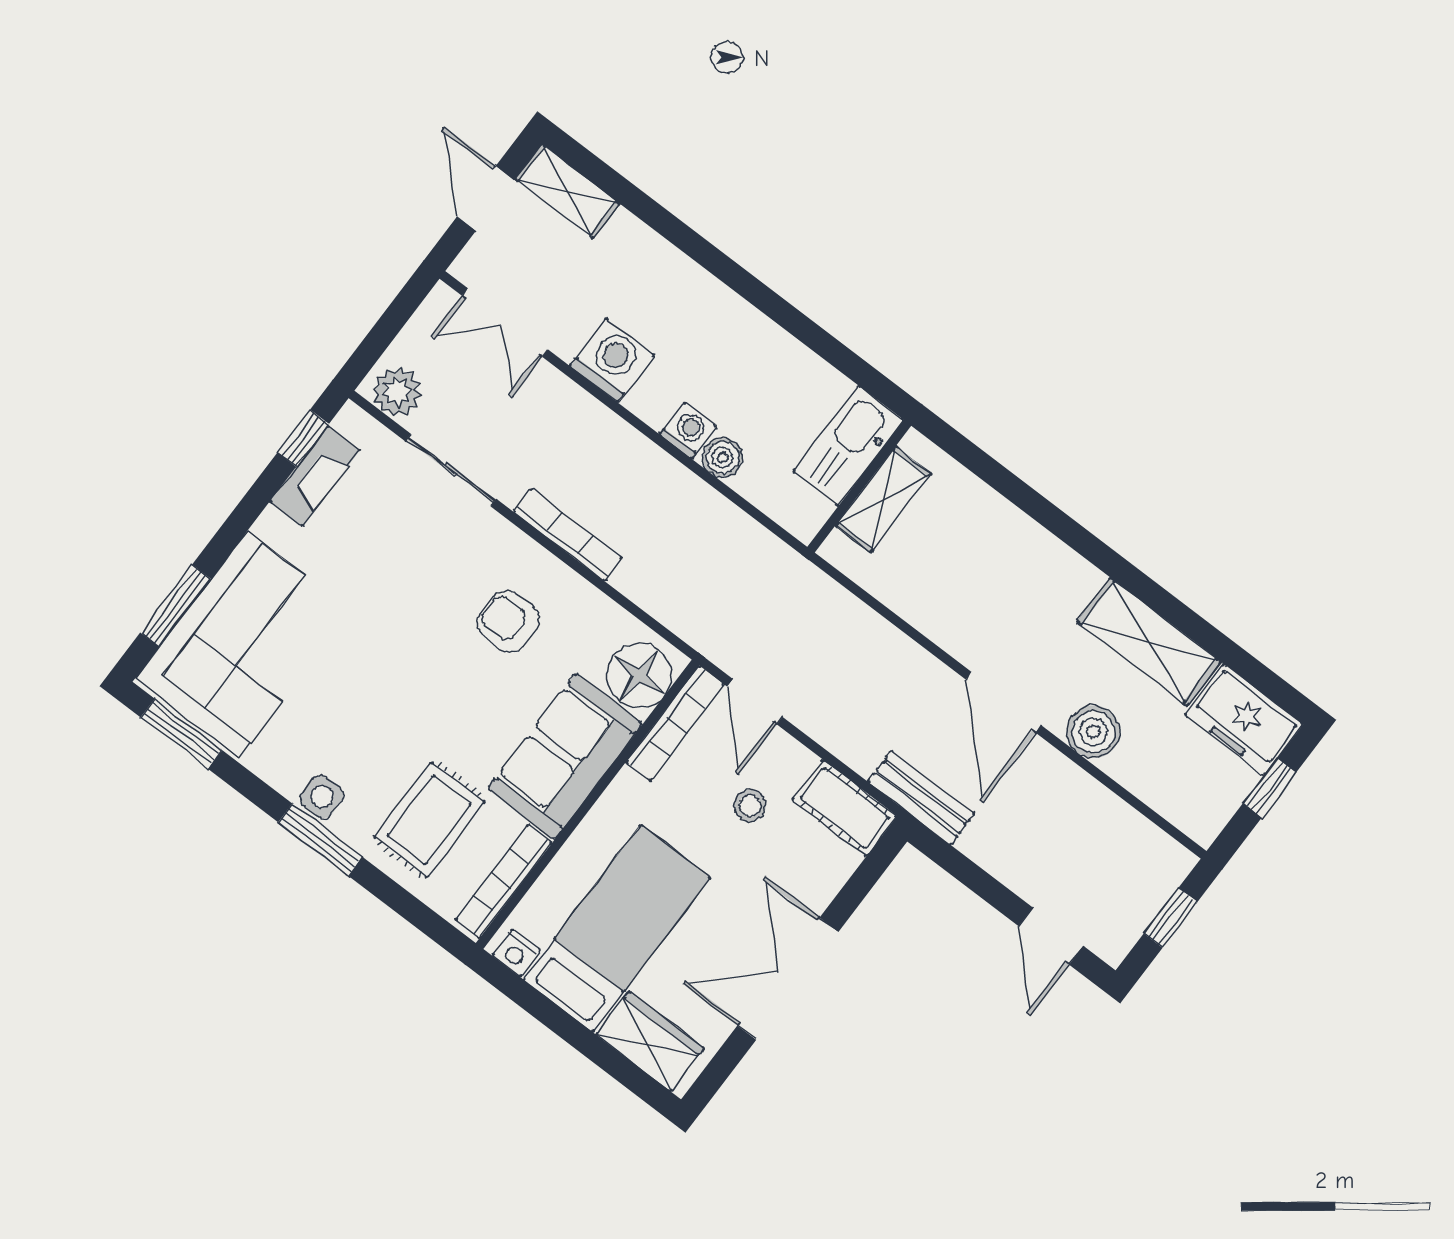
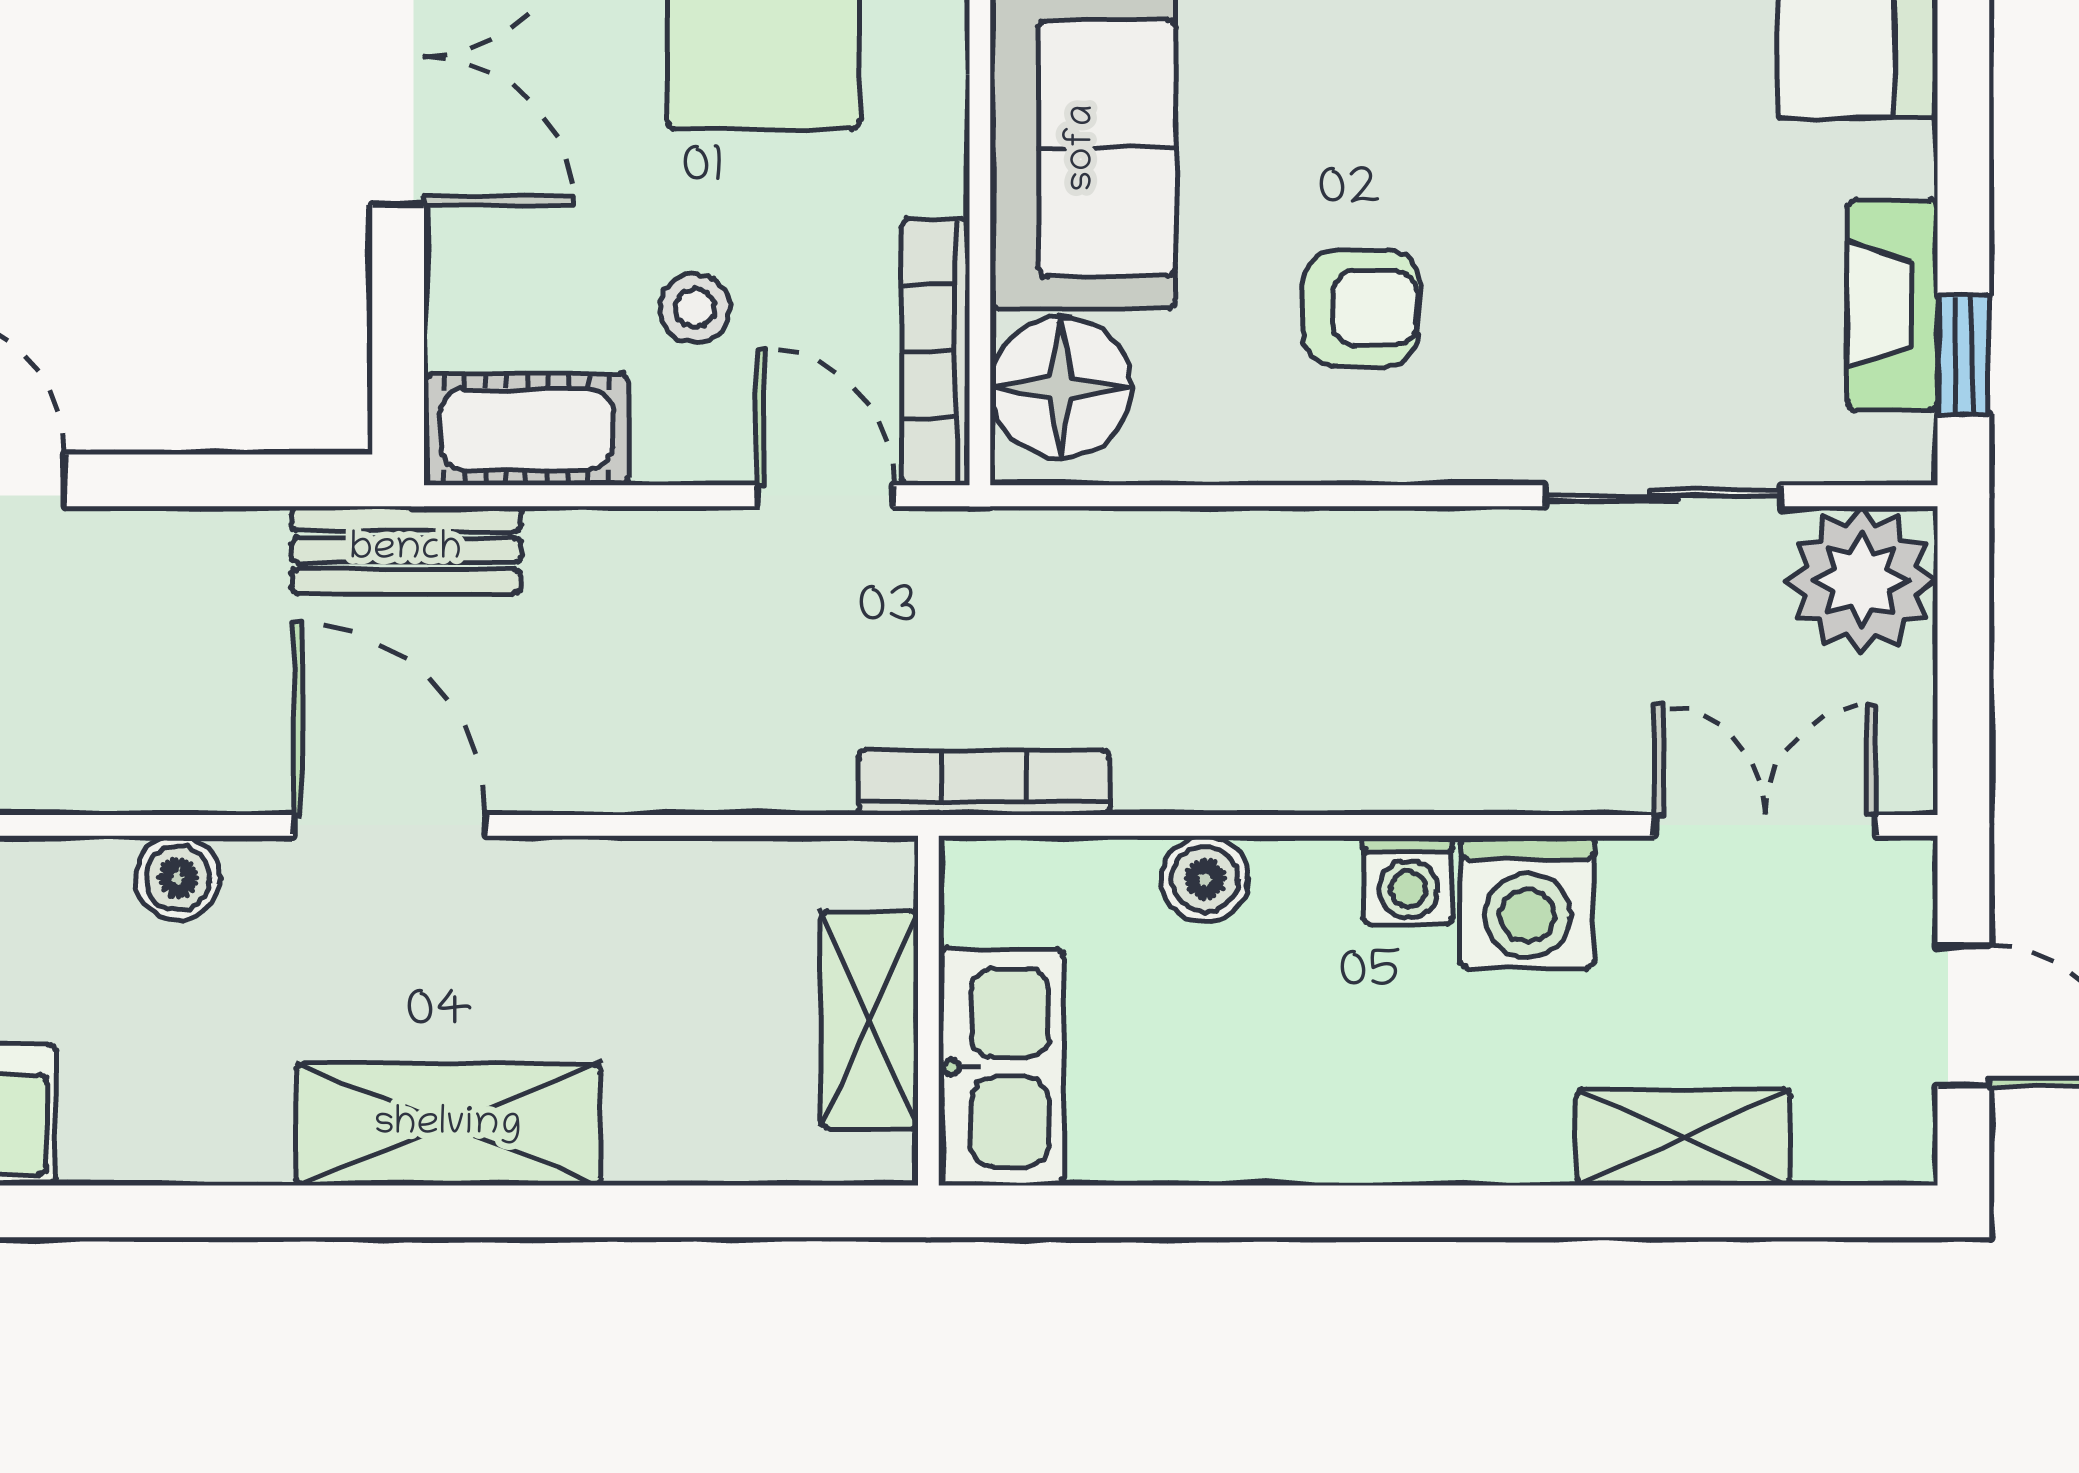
shelving: (567, 191) -> (1683, 1138), moved
plant: (397, 392) -> (1861, 580), width x1.36, depth x1.36
washing machine: (688, 431) -> (1408, 880), moved
bookcase: (568, 535) -> (984, 783), moved, turned 180
shelving: (1149, 642) -> (448, 1125), moved
boiler: (1093, 732) -> (178, 878), width x0.73, depth x0.73

